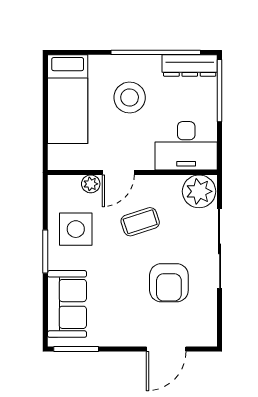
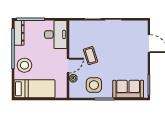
stool: (130, 97) -> (24, 65), moved
door: (118, 172) -> (68, 66), hinge flipped
plant: (199, 191) -> (77, 29), removed
armchair: (169, 283) -> (118, 42), removed

